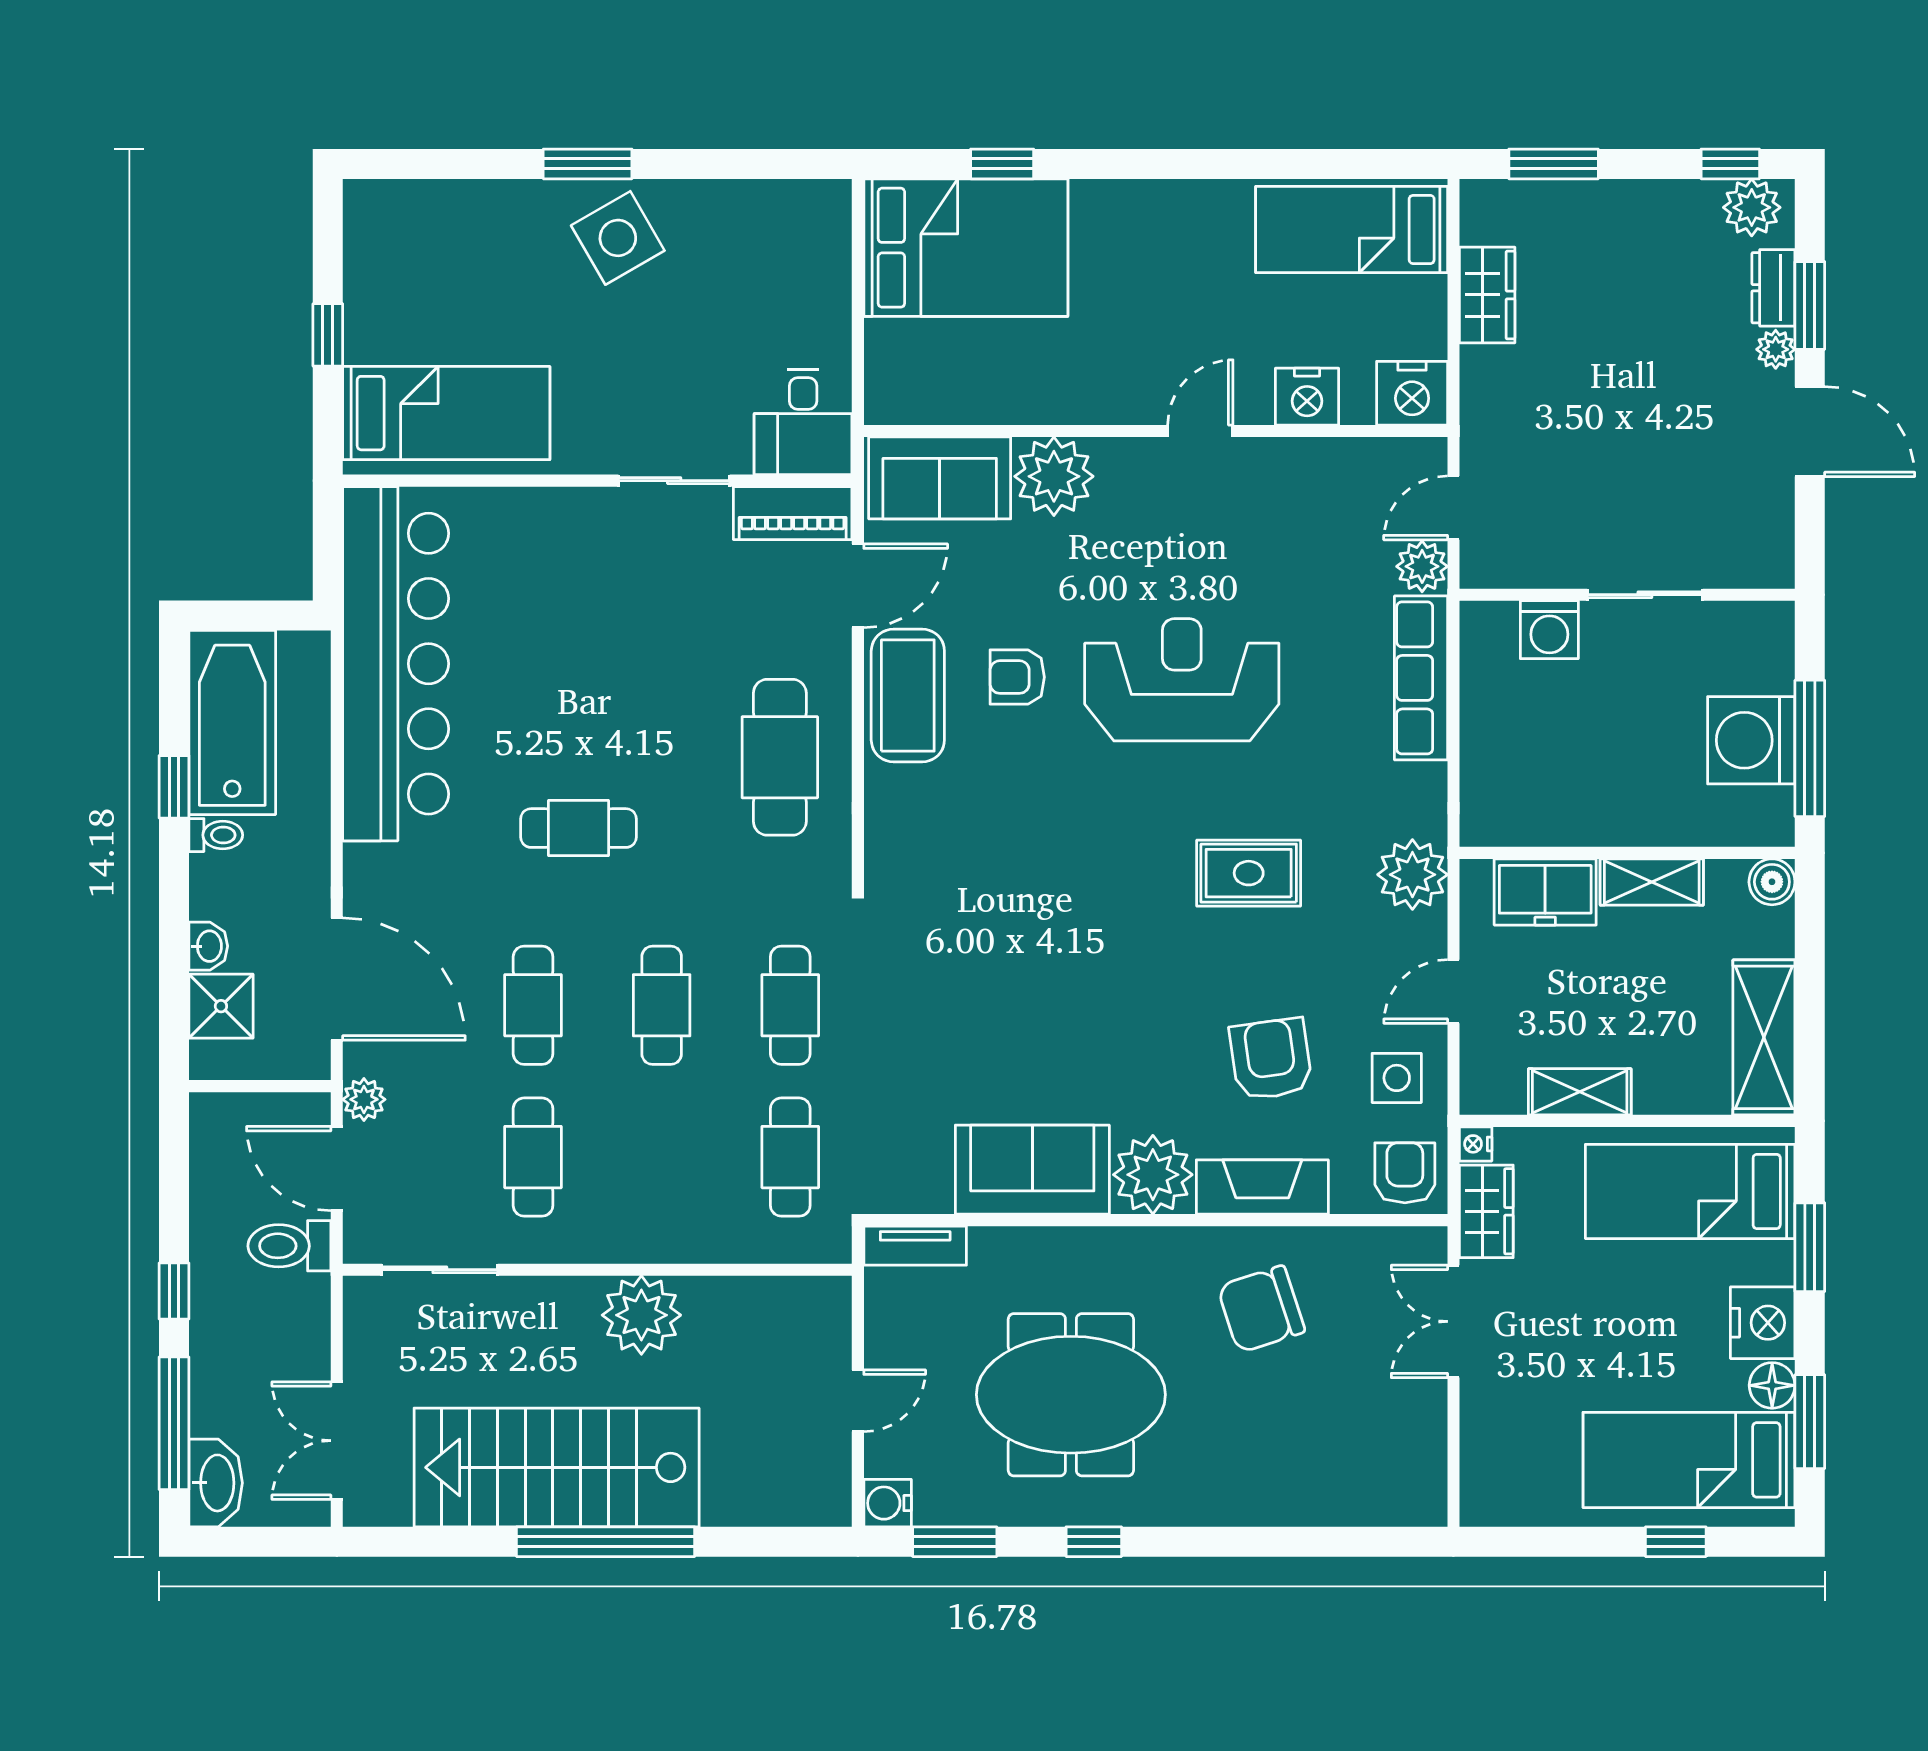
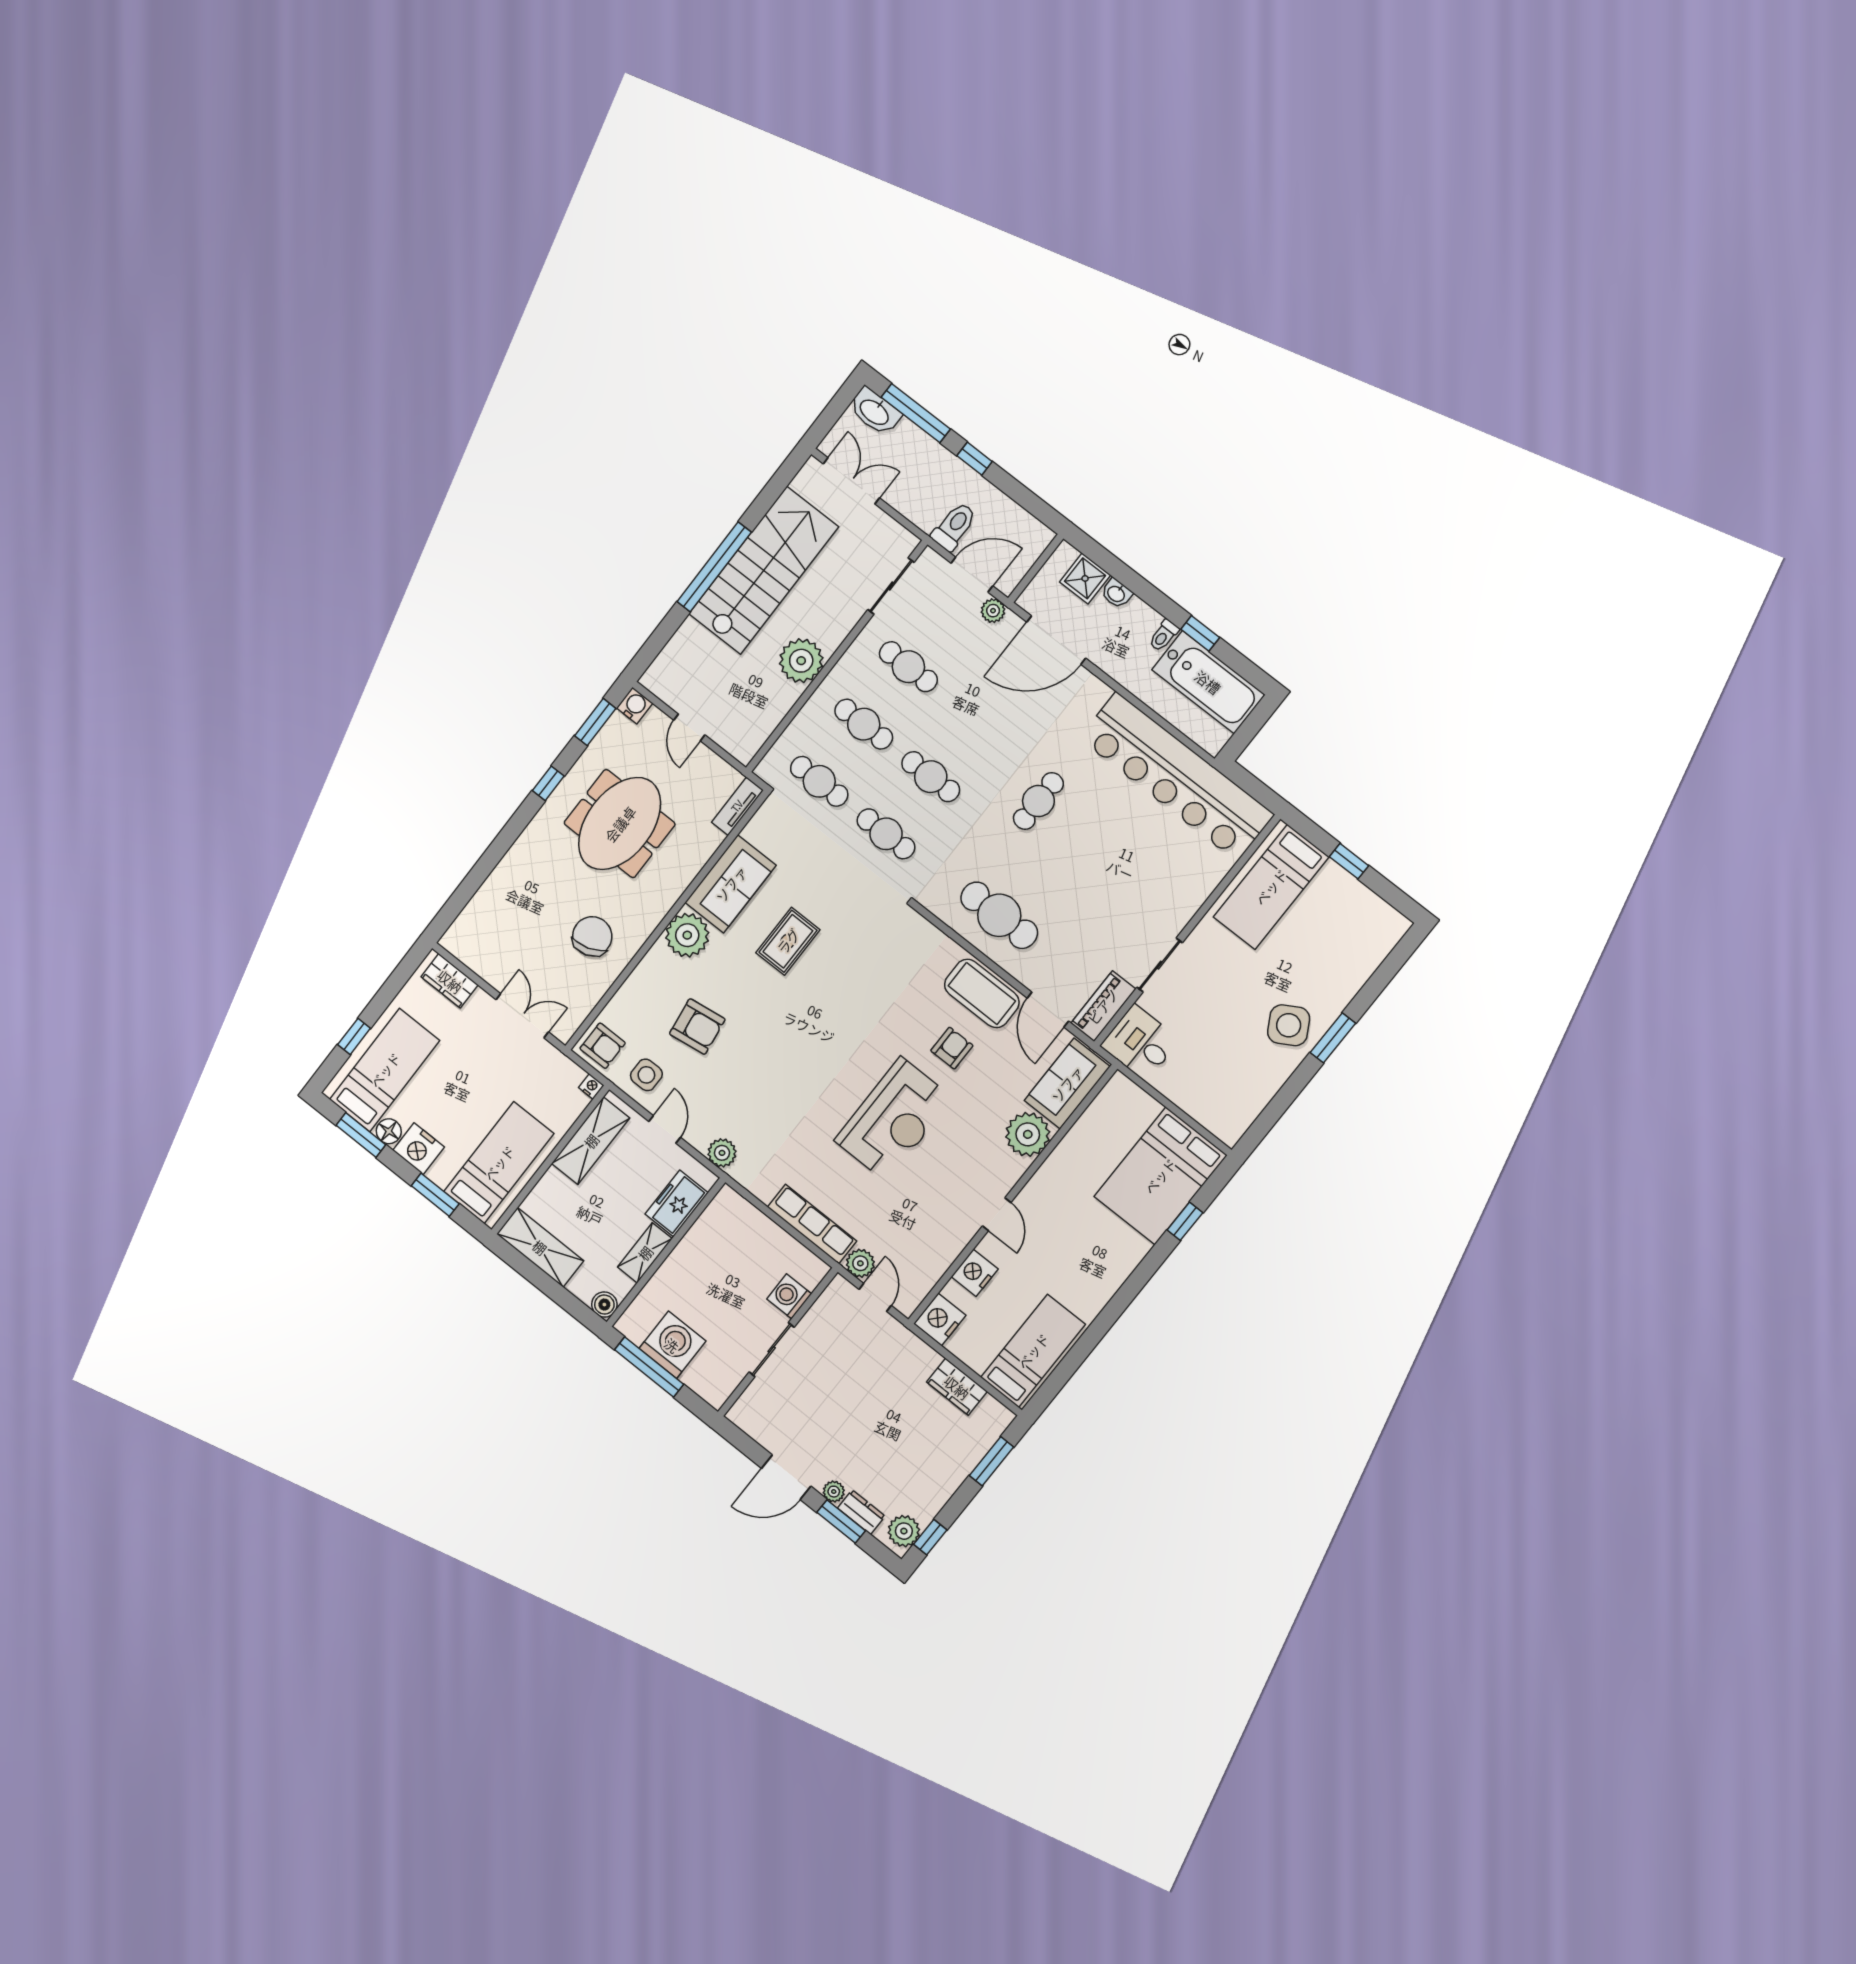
rug: (1249, 873) -> (788, 941), moved
plant: (1412, 875) -> (722, 1153), width x0.73, depth x0.73
cafe table: (533, 1005) -> (864, 724), moved
shelving: (1580, 1092) -> (591, 1141), width x1.50, depth x1.33
fireplace: (1262, 1187) -> (645, 979), removed
wardrobe: (1486, 1211) -> (450, 981), moved

